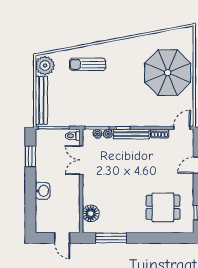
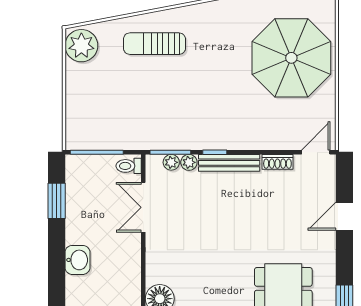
bench: (41, 100) -> (75, 105), removed

